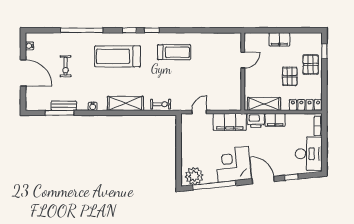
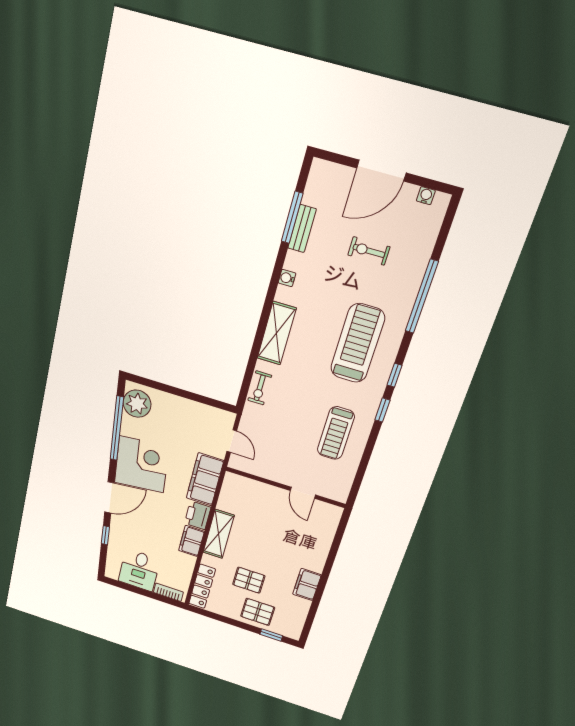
door: (243, 60) -> (303, 493), moved
wall: (243, 72) -> (285, 487), moved
desk: (309, 154) -> (139, 570), width x0.73

